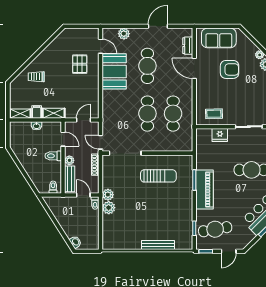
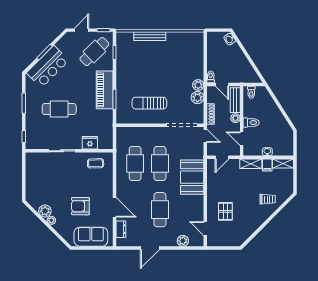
booth: (114, 71) -> (192, 177), moved
plant: (109, 208) -> (197, 98), moved
cafe table: (215, 229) -> (94, 52), turned -34

